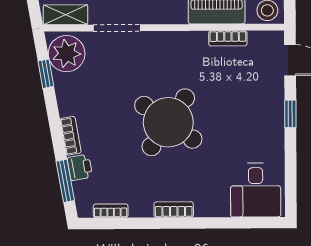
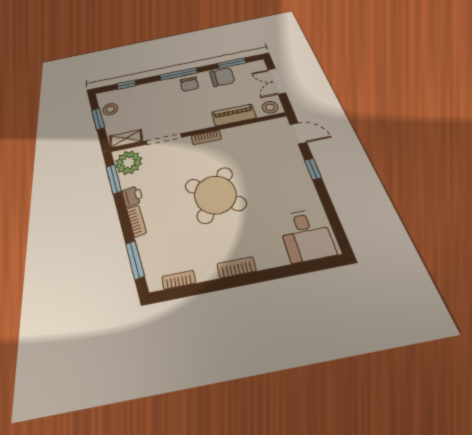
bookcase: (228, 38) -> (206, 137), moved
window: (46, 74) -> (114, 179), width x1.50
printer: (80, 167) -> (132, 196), moved

